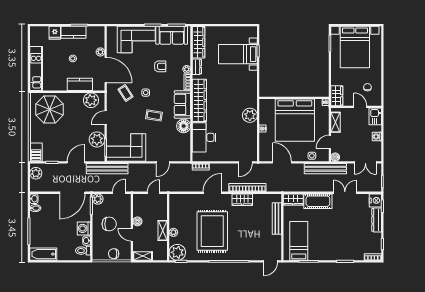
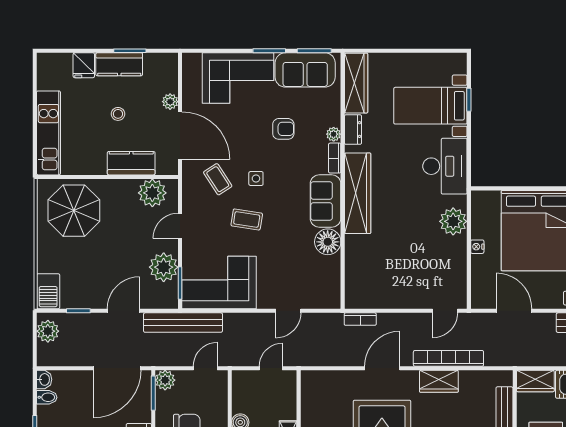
coffee table: (154, 115) -> (247, 219), moved
desk: (204, 137) -> (445, 166), moved, turned 180

